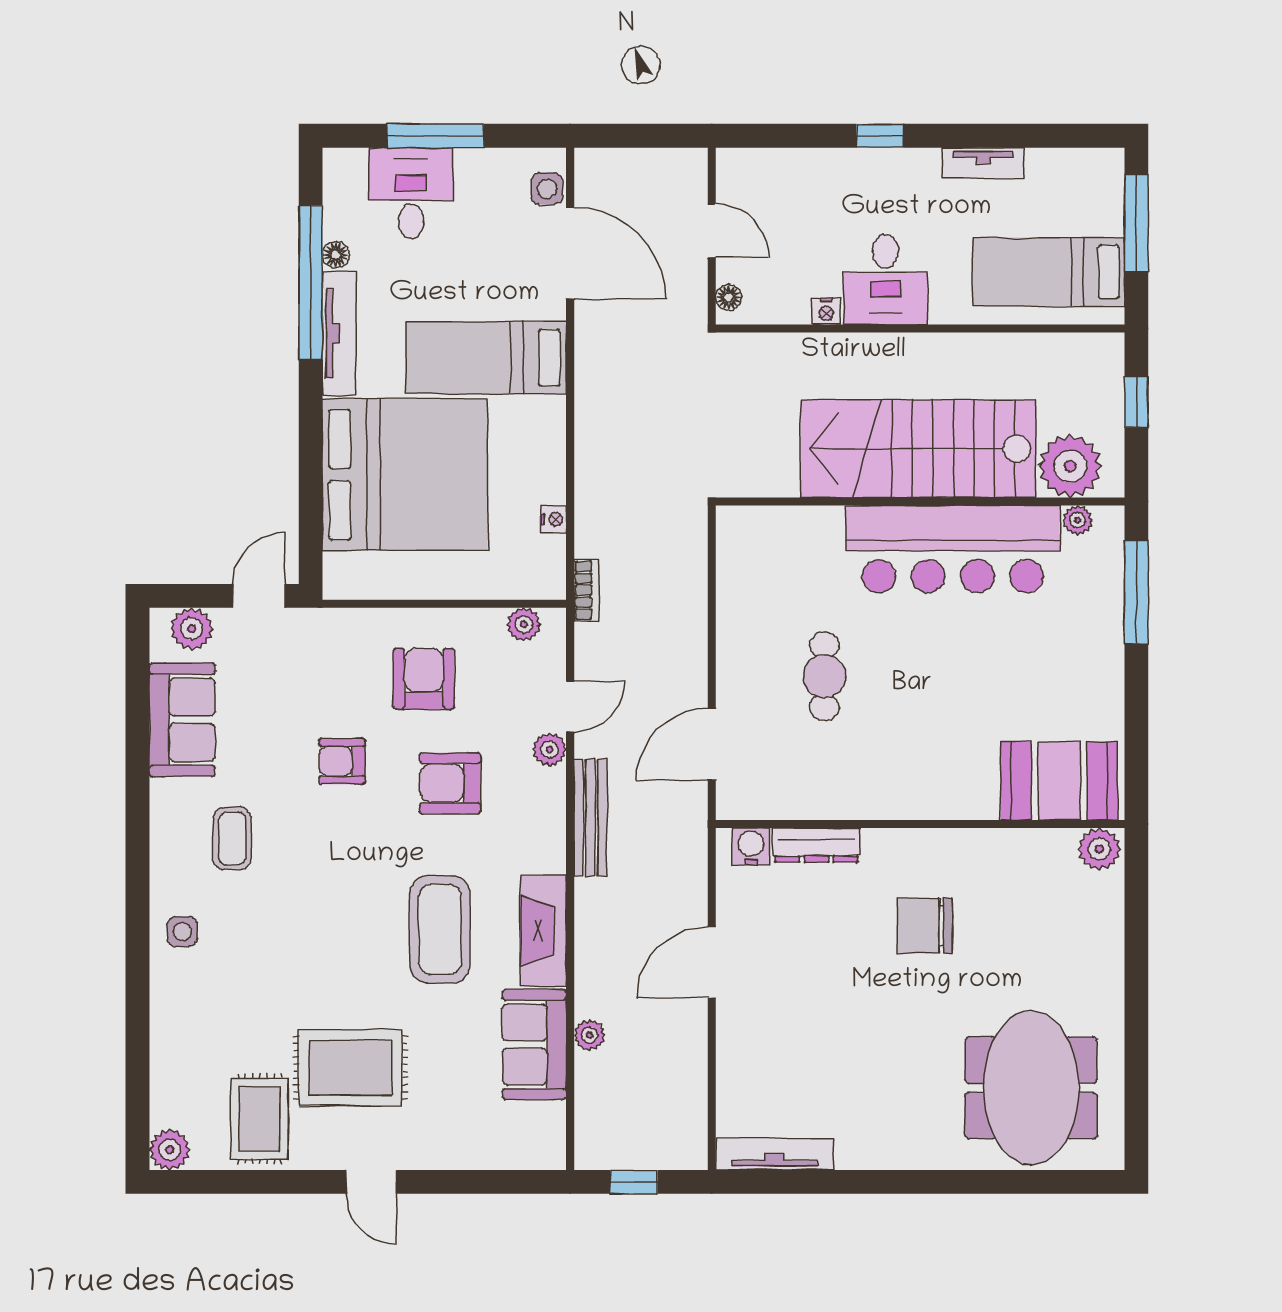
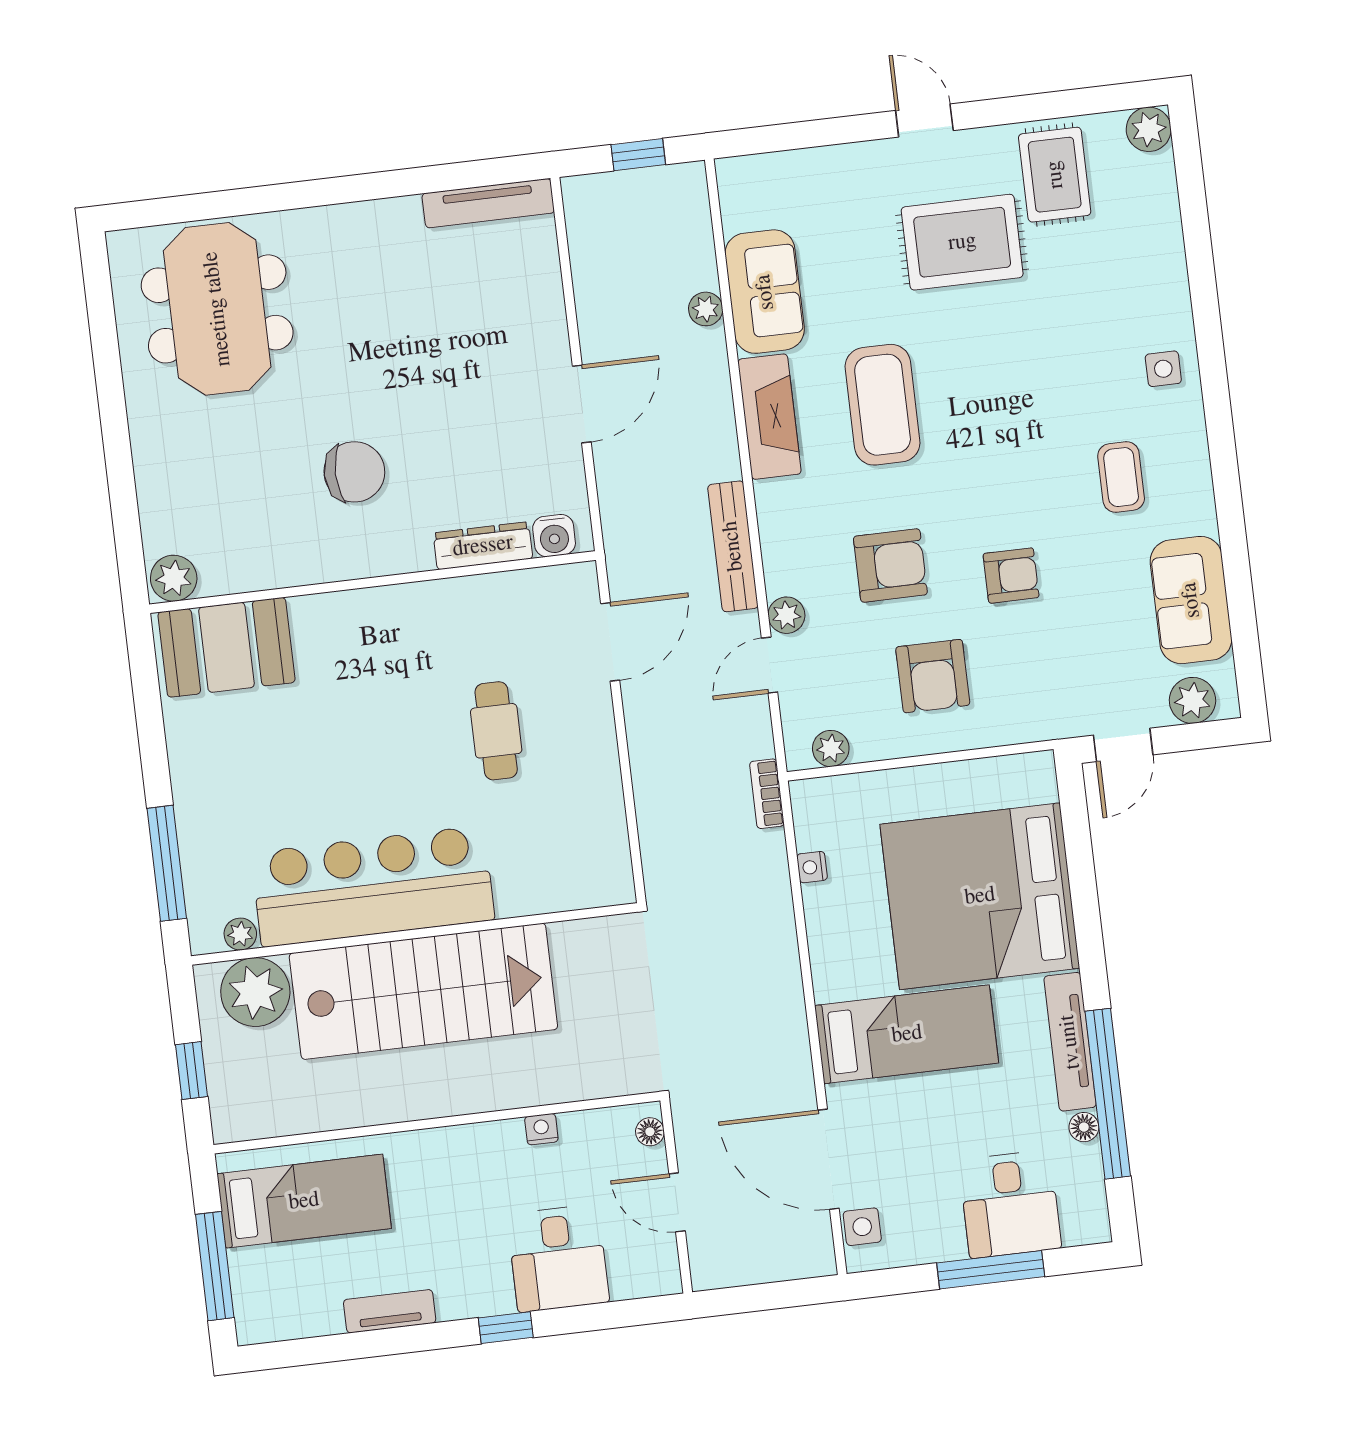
desk: (885, 279) -> (558, 1258), moved, turned 180

